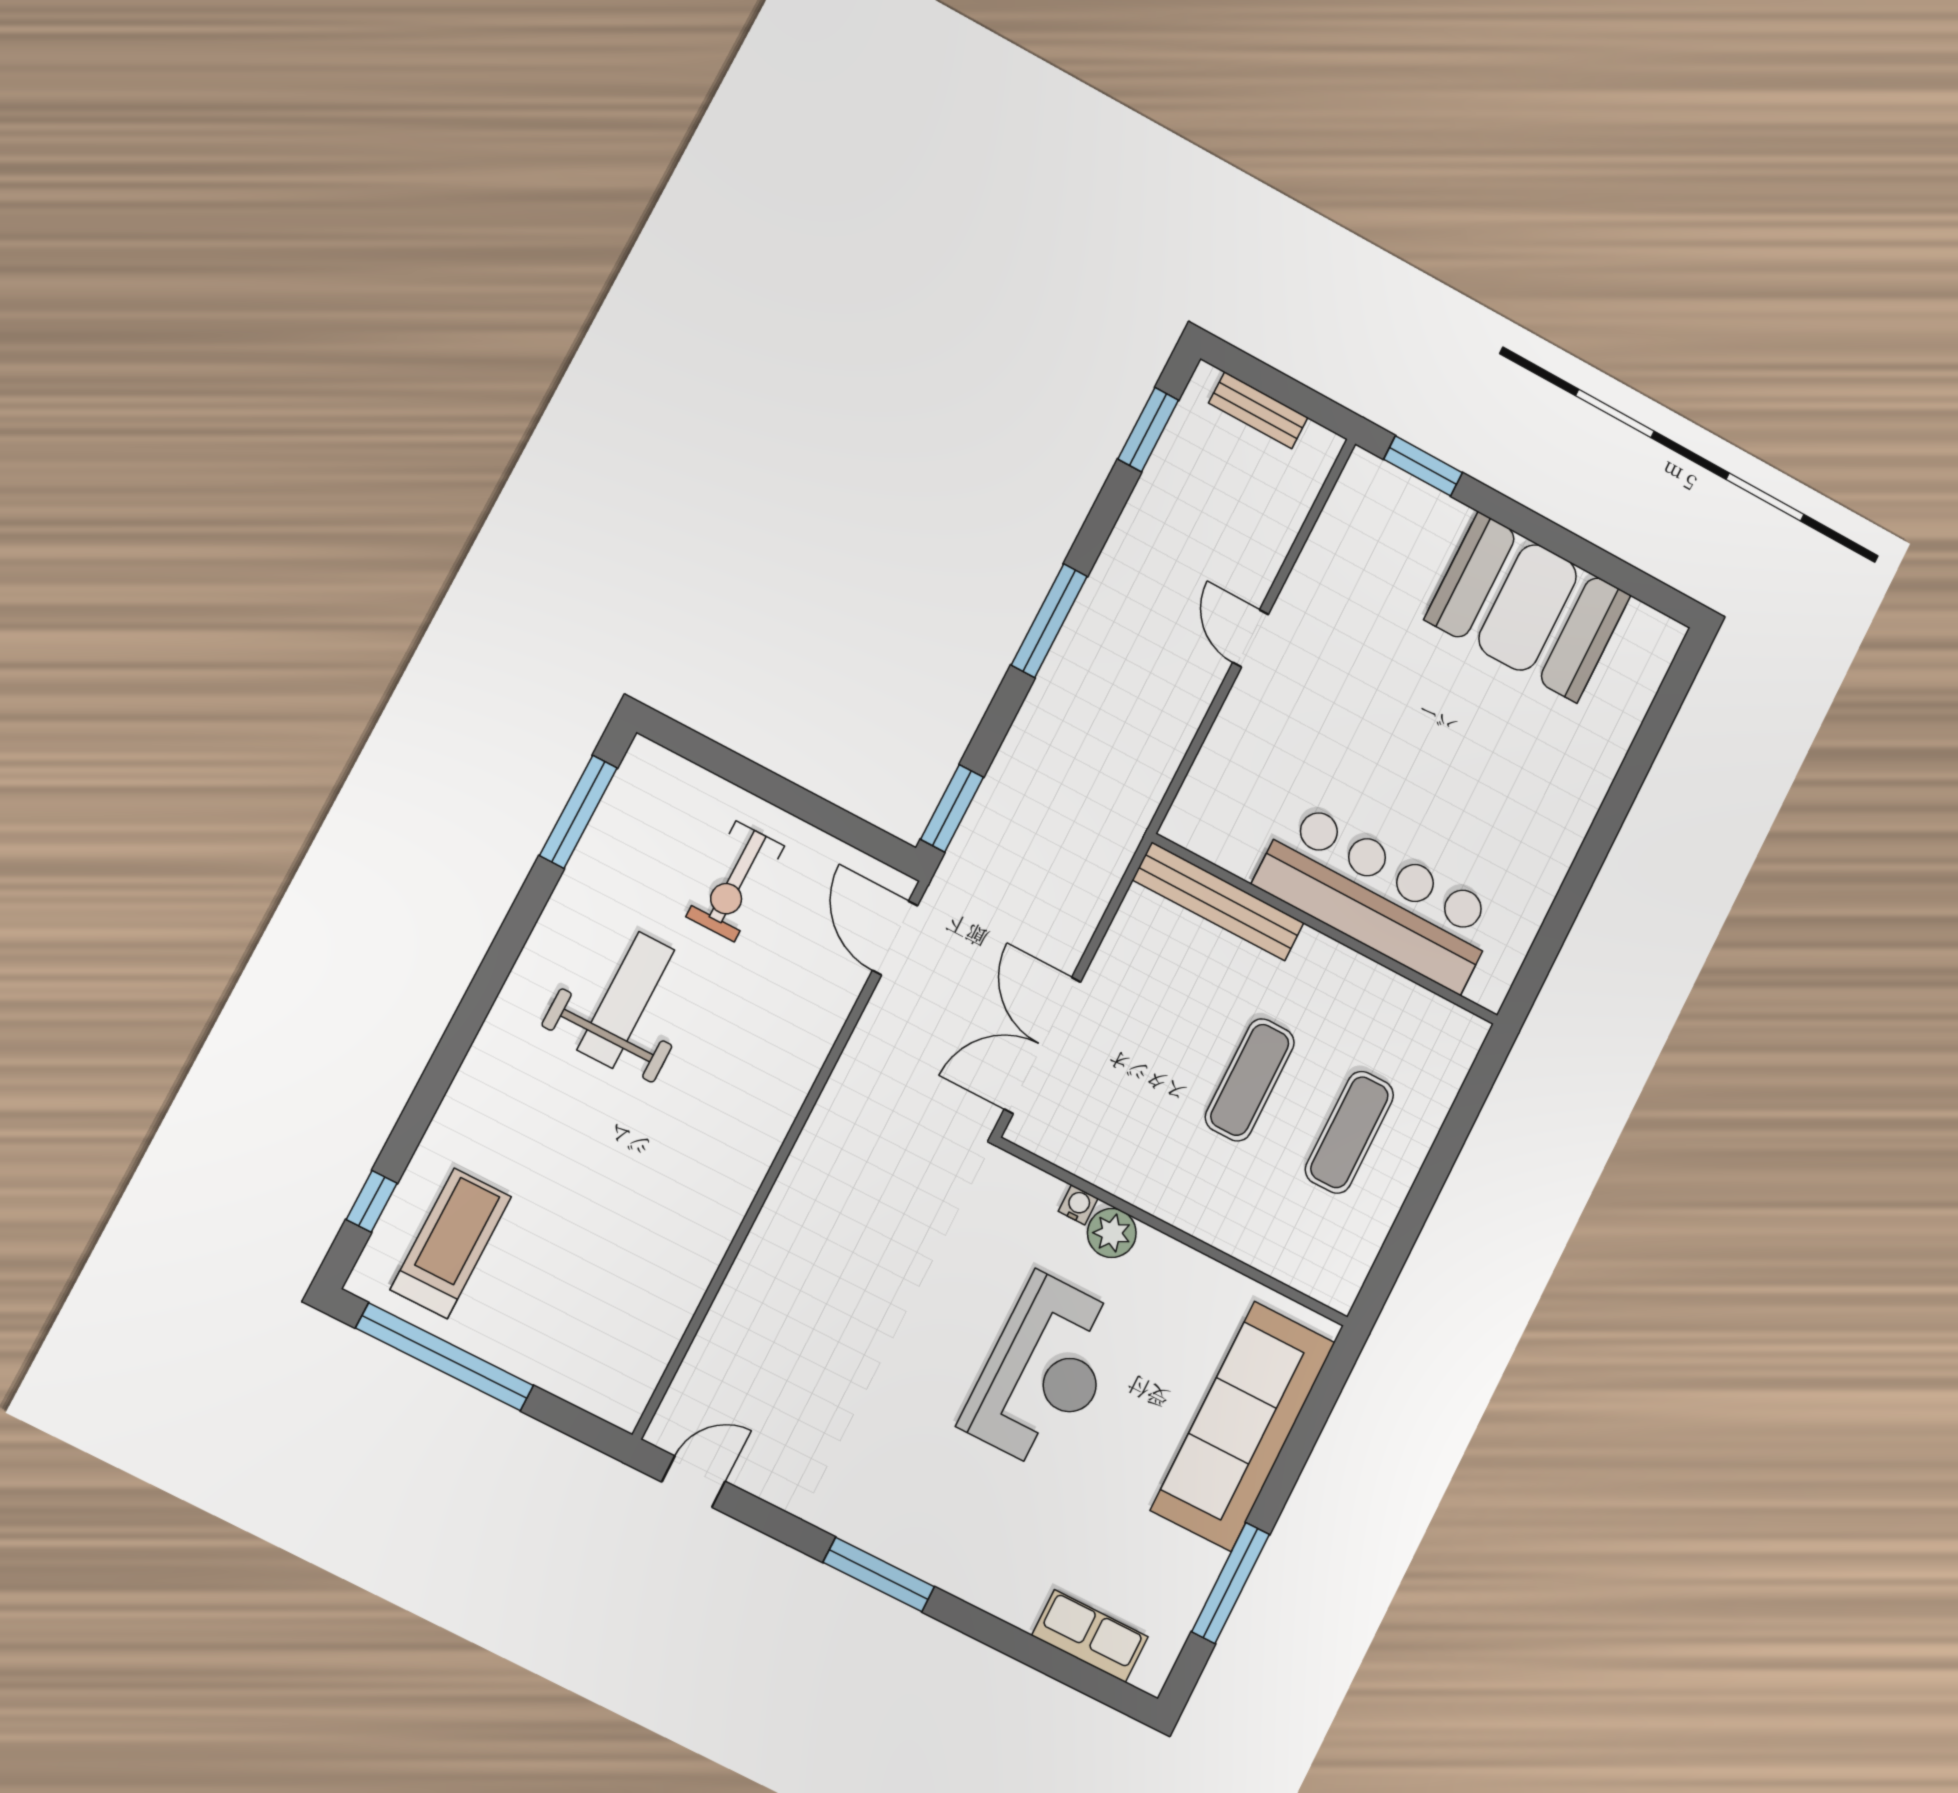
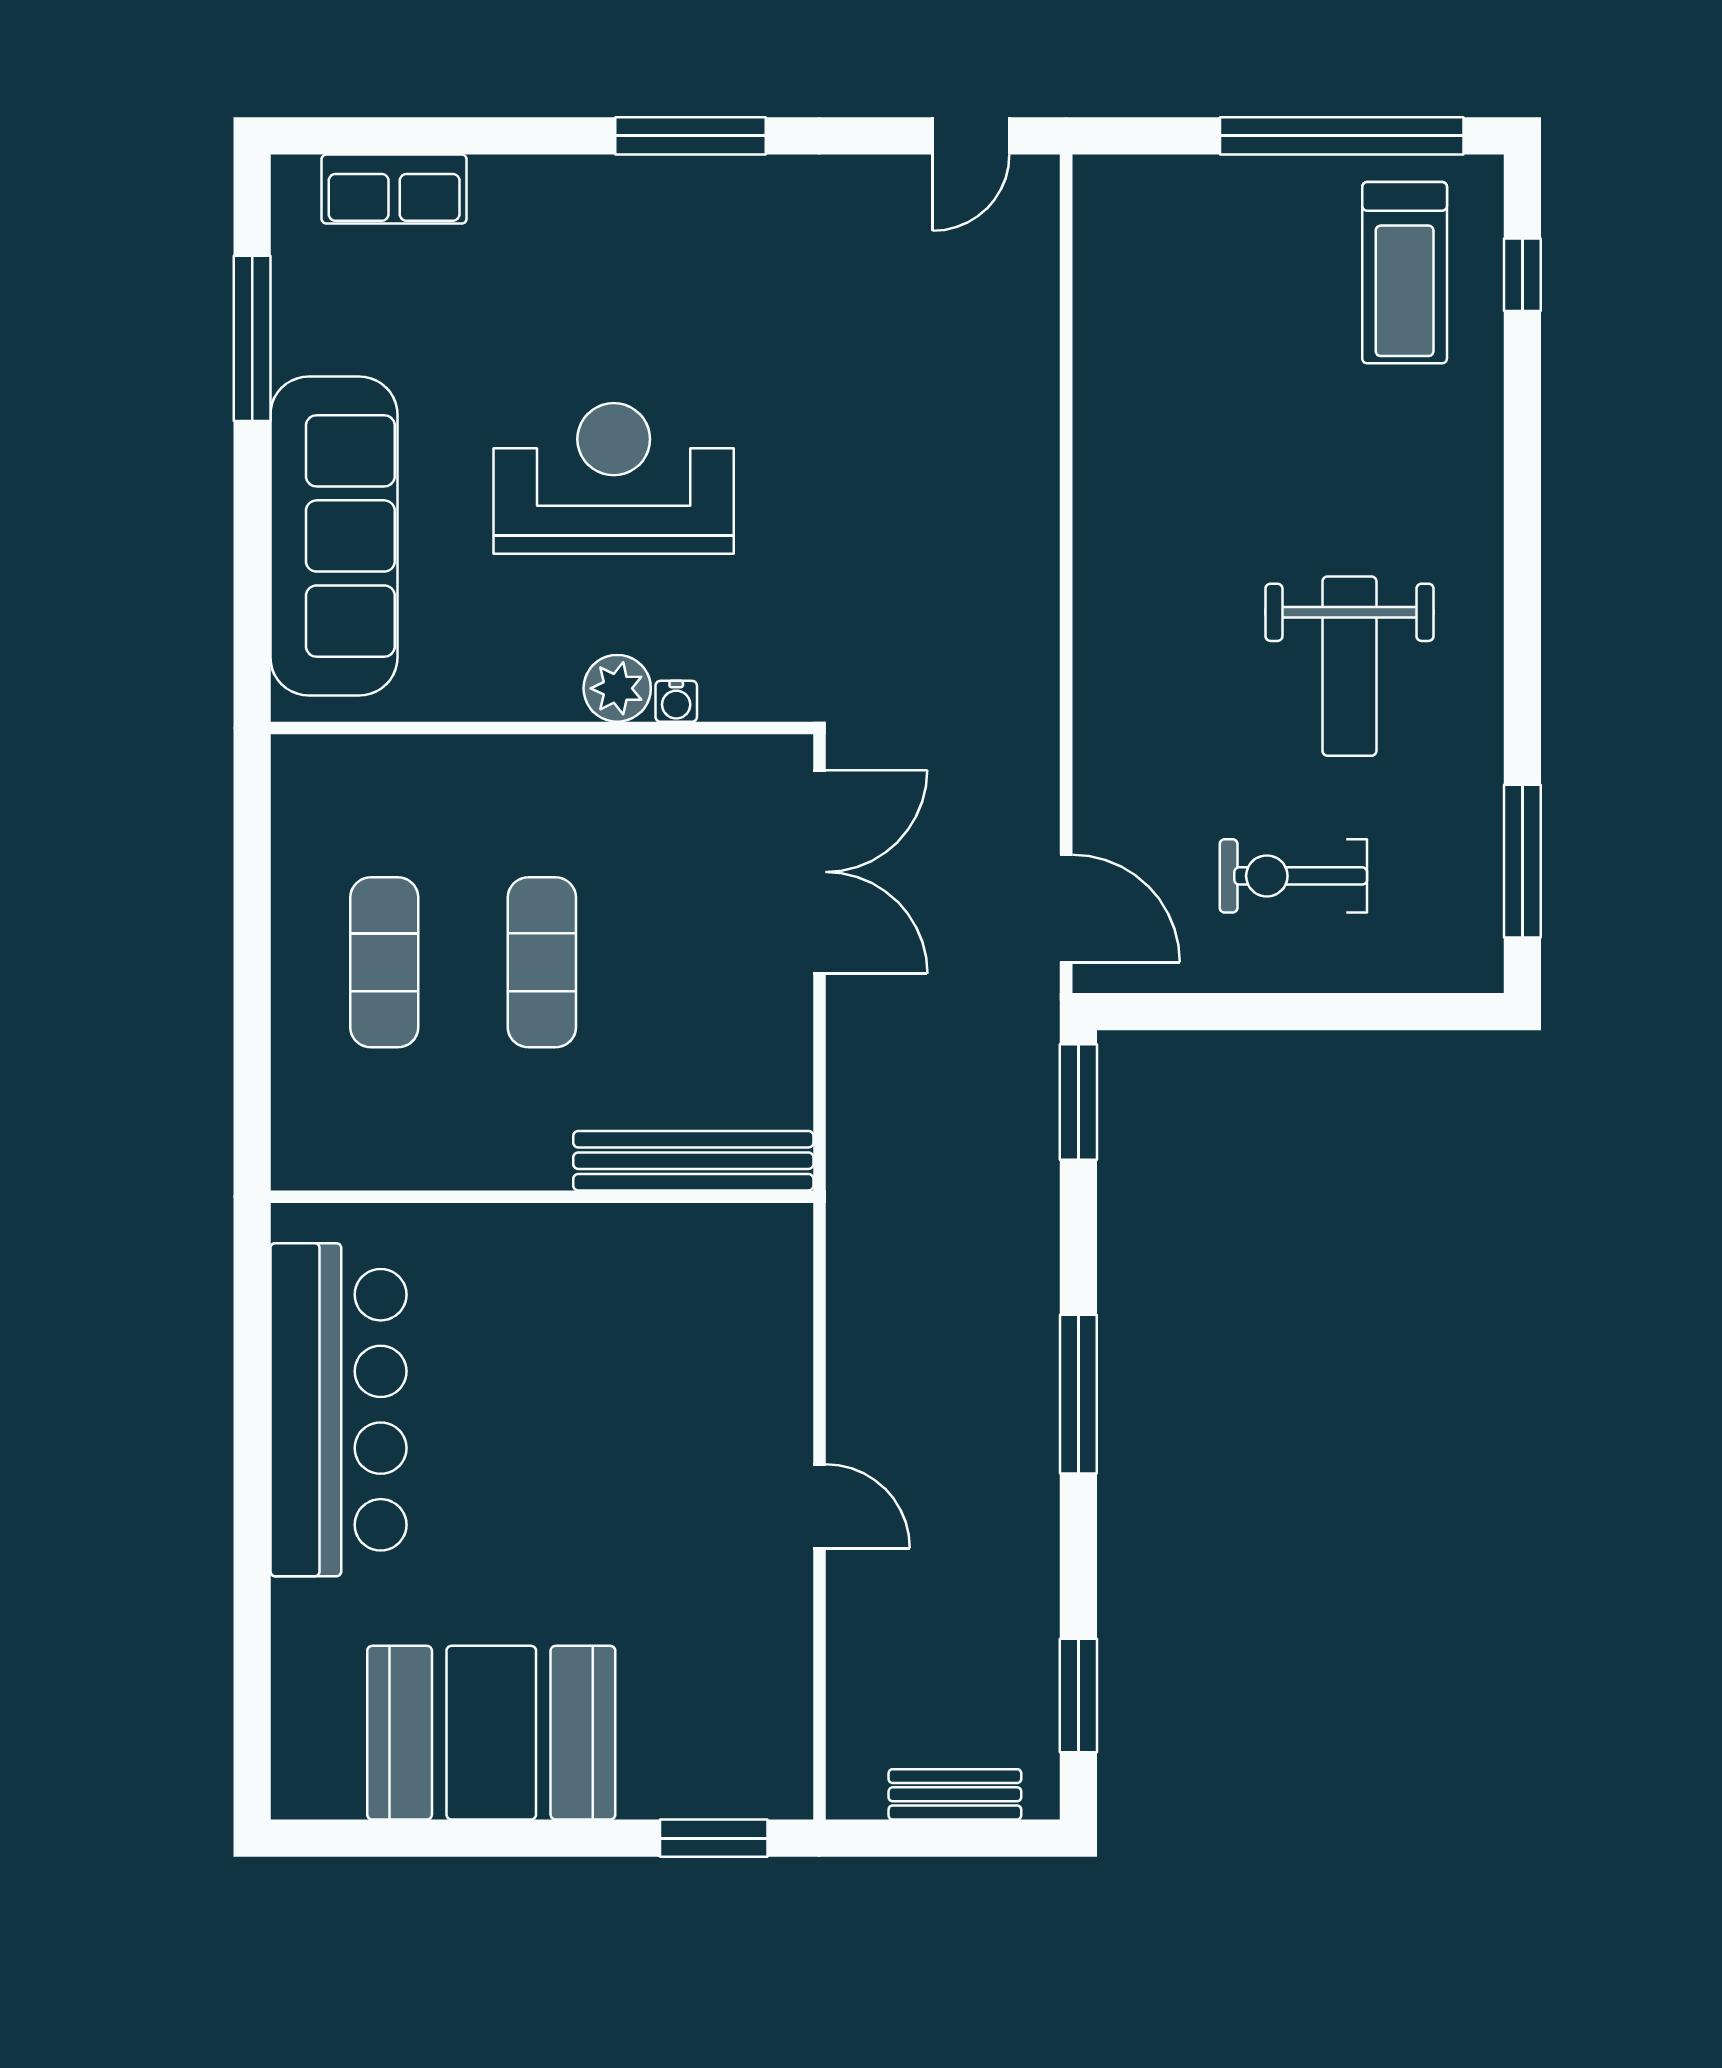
exercise bike: (735, 881) -> (1293, 876), turned -90
bar counter: (1378, 897) -> (338, 1410), moved, turned -90
reception desk: (1044, 1372) -> (614, 478), turned 90

